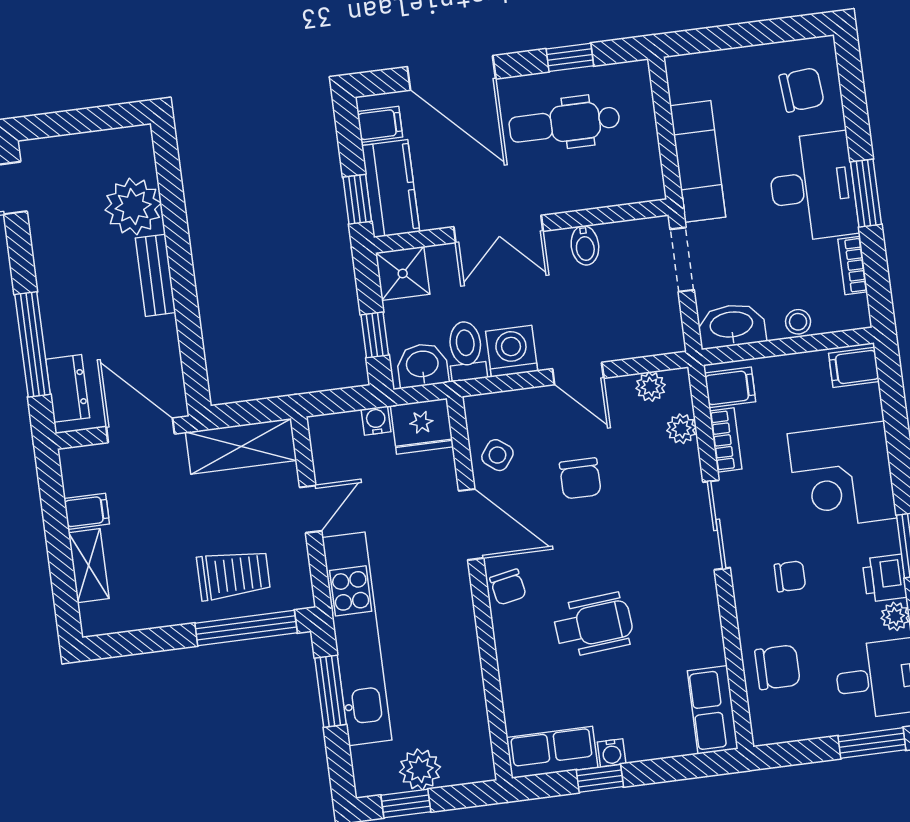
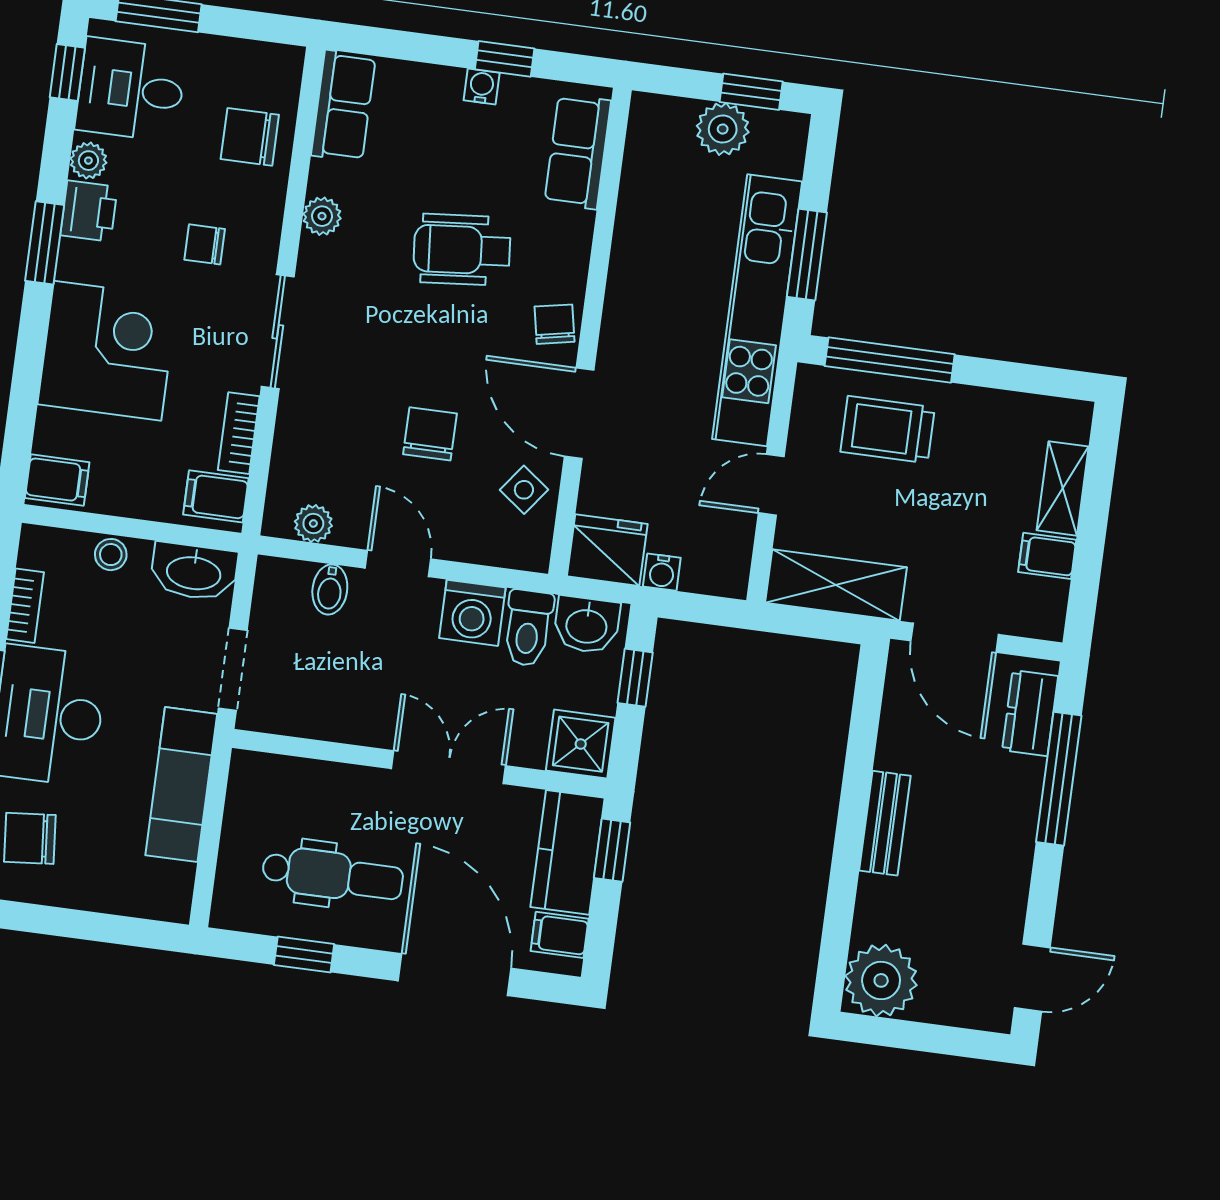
plant: (133, 207) -> (881, 980), moved
bidet: (585, 245) -> (330, 590), moved, turned 180
plant: (681, 429) -> (322, 216), moved
row of seats: (552, 752) -> (578, 152), moved, turned 90

